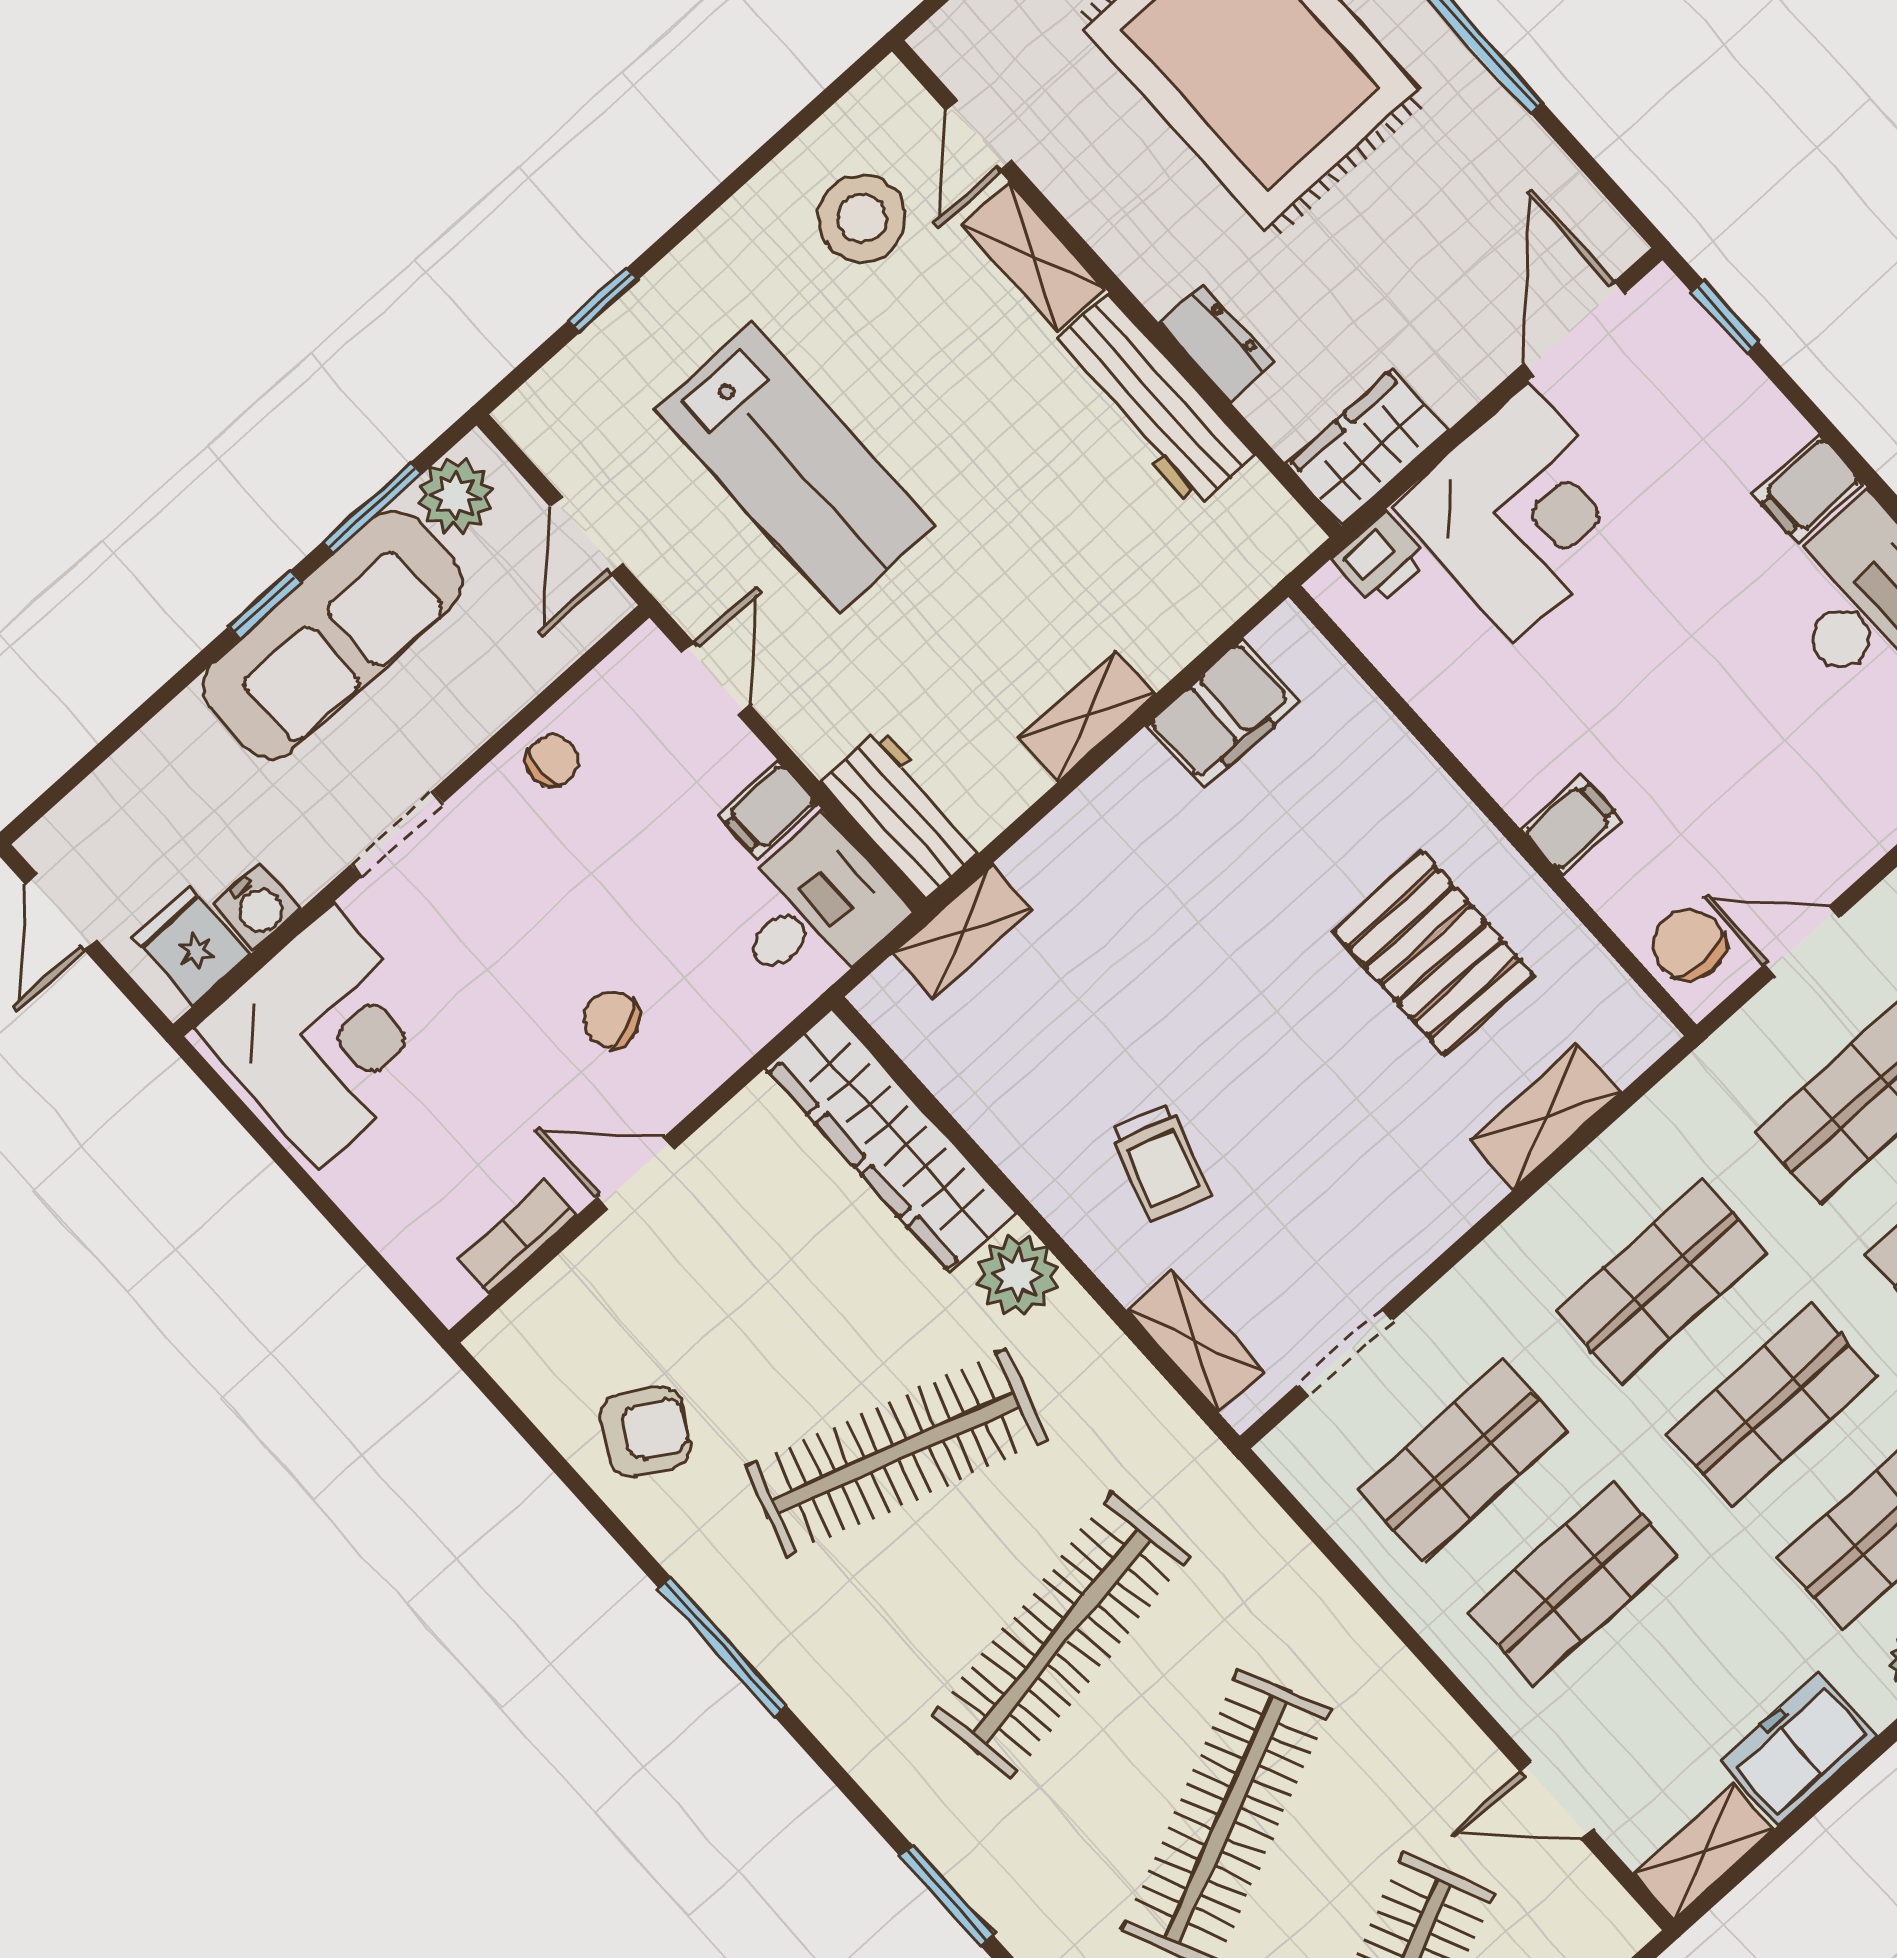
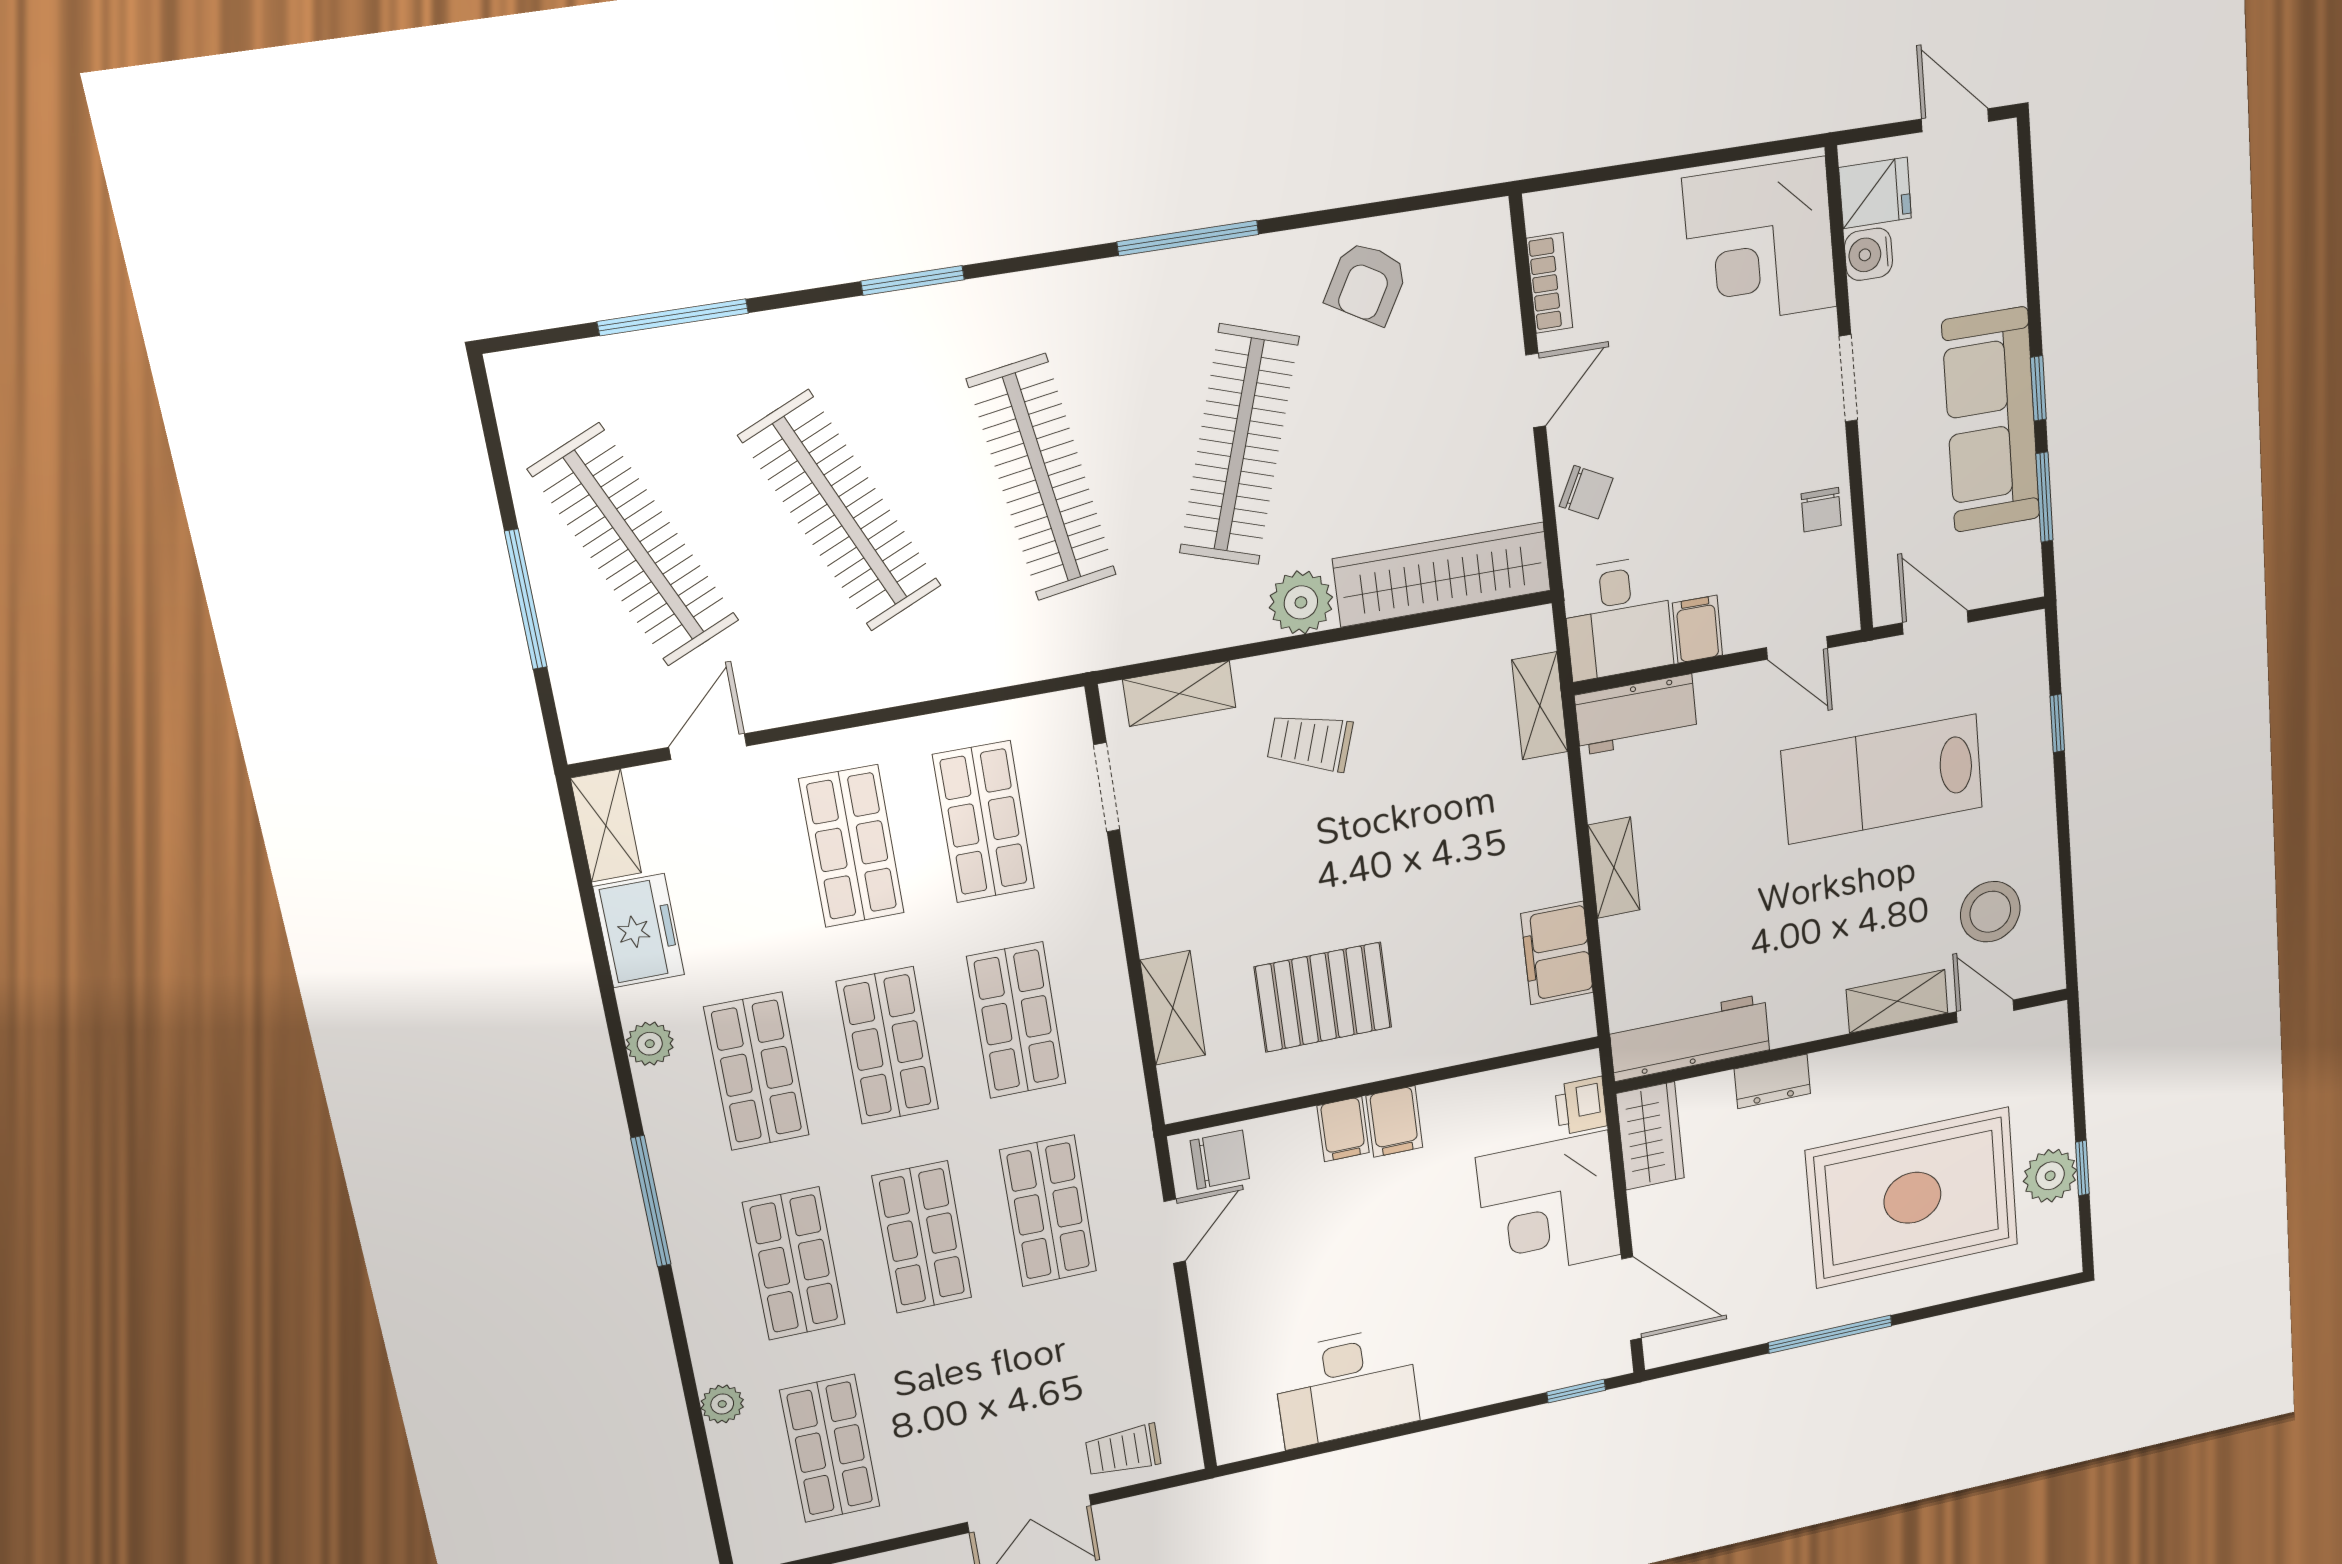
workbench: (1151, 402) -> (1690, 1038), moved
filing cabinet: (1808, 489) -> (1394, 1122), moved, turned 180
plant: (455, 496) -> (2014, 555), removed
chair: (612, 1019) -> (1586, 492), moved, turned 50

